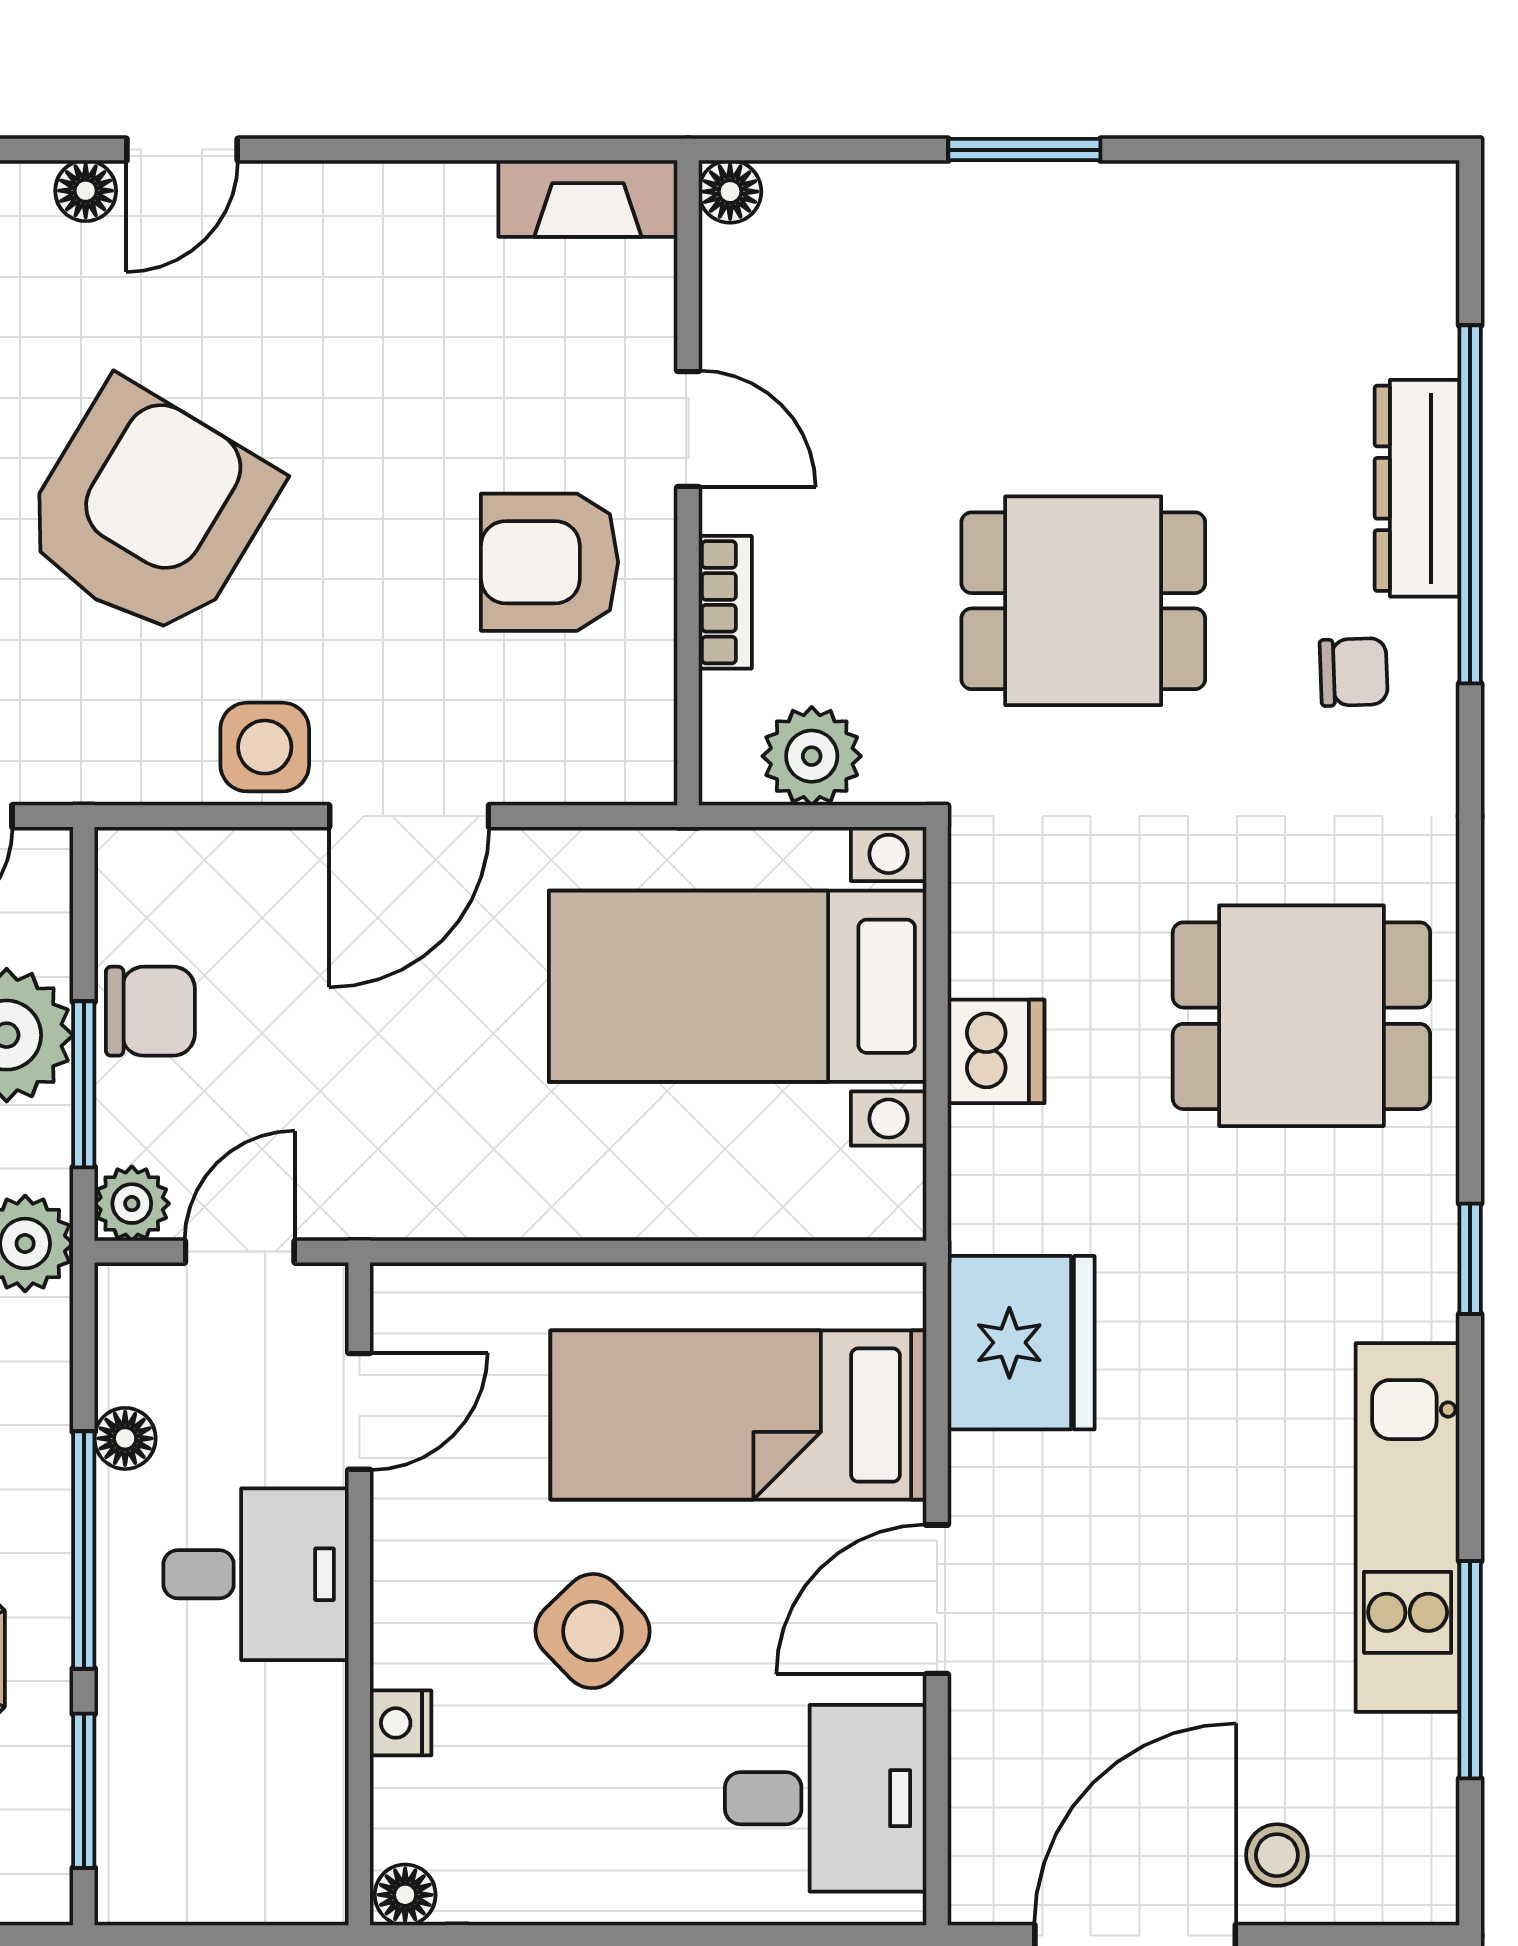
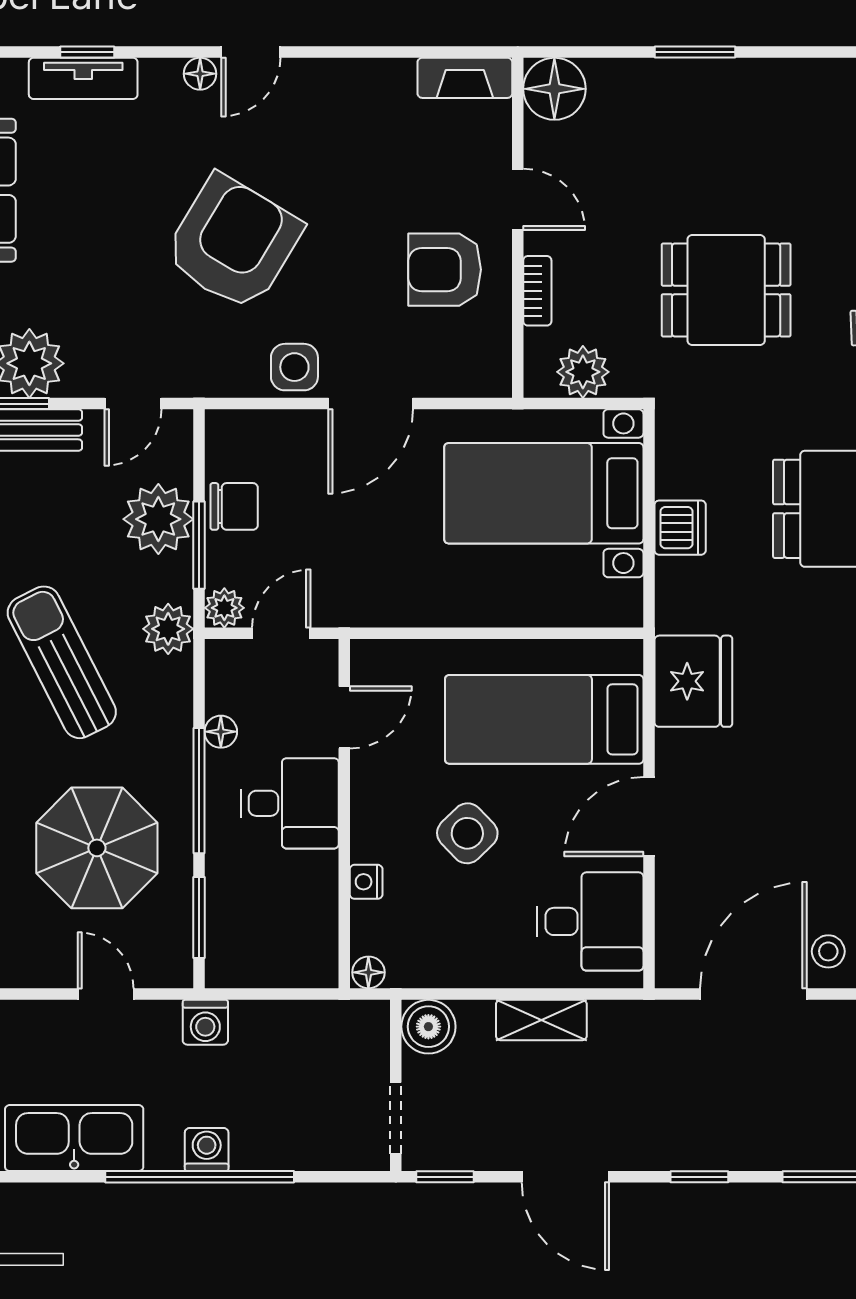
floor lamp: (730, 192) -> (554, 89), width x1.89, depth x1.89

